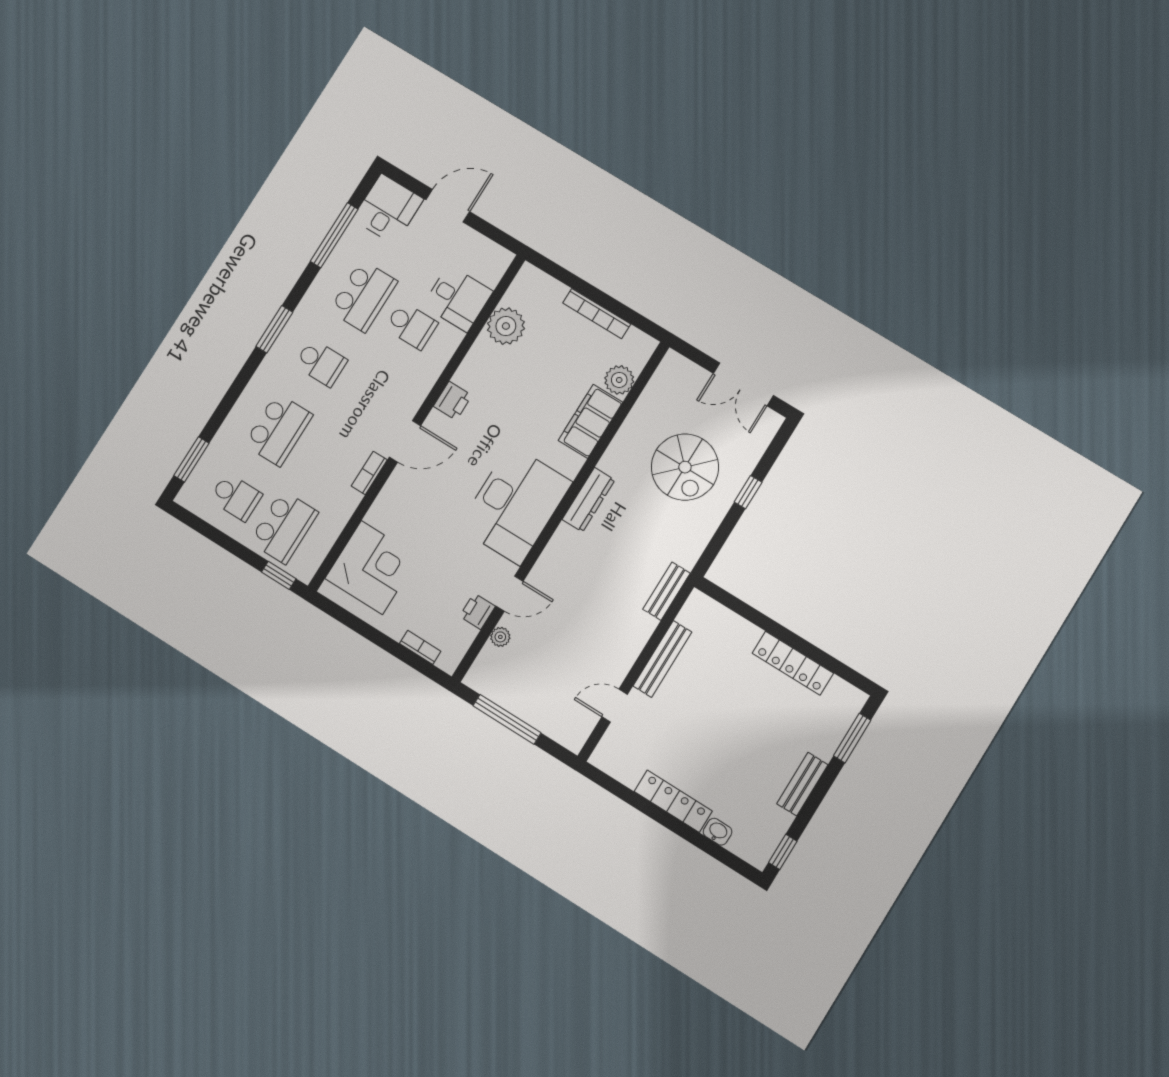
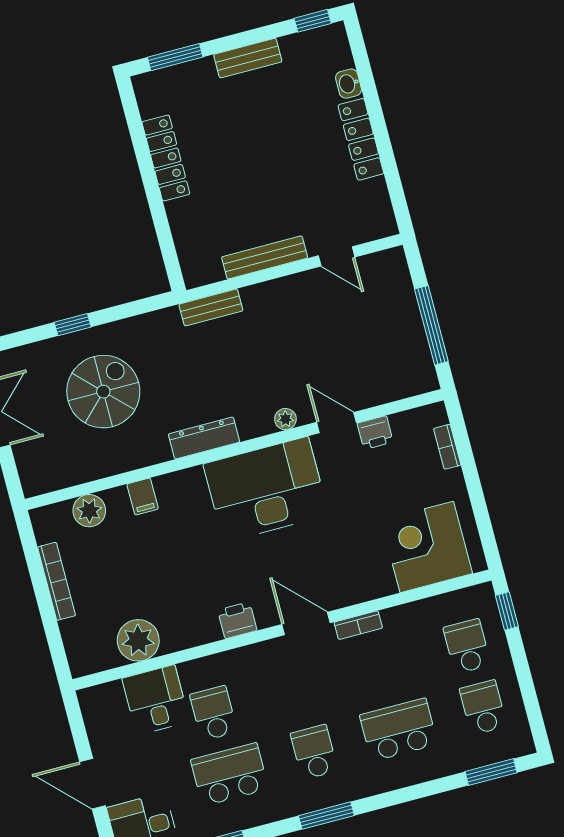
filing cabinet: (591, 421) -> (143, 497), width x0.33, depth x0.86
school desk: (284, 527) -> (467, 646), width x0.54
plant: (500, 637) -> (285, 419), moved

